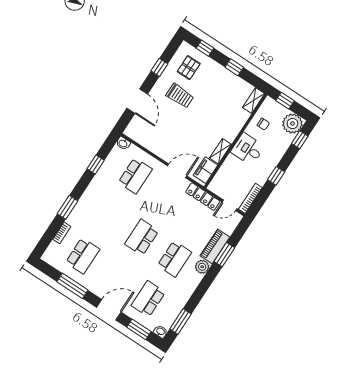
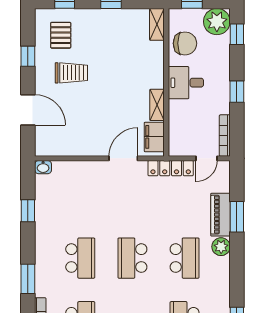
chair: (263, 124) -> (185, 43), width x1.87, depth x1.87
school desk: (135, 176) -> (80, 258), moved

